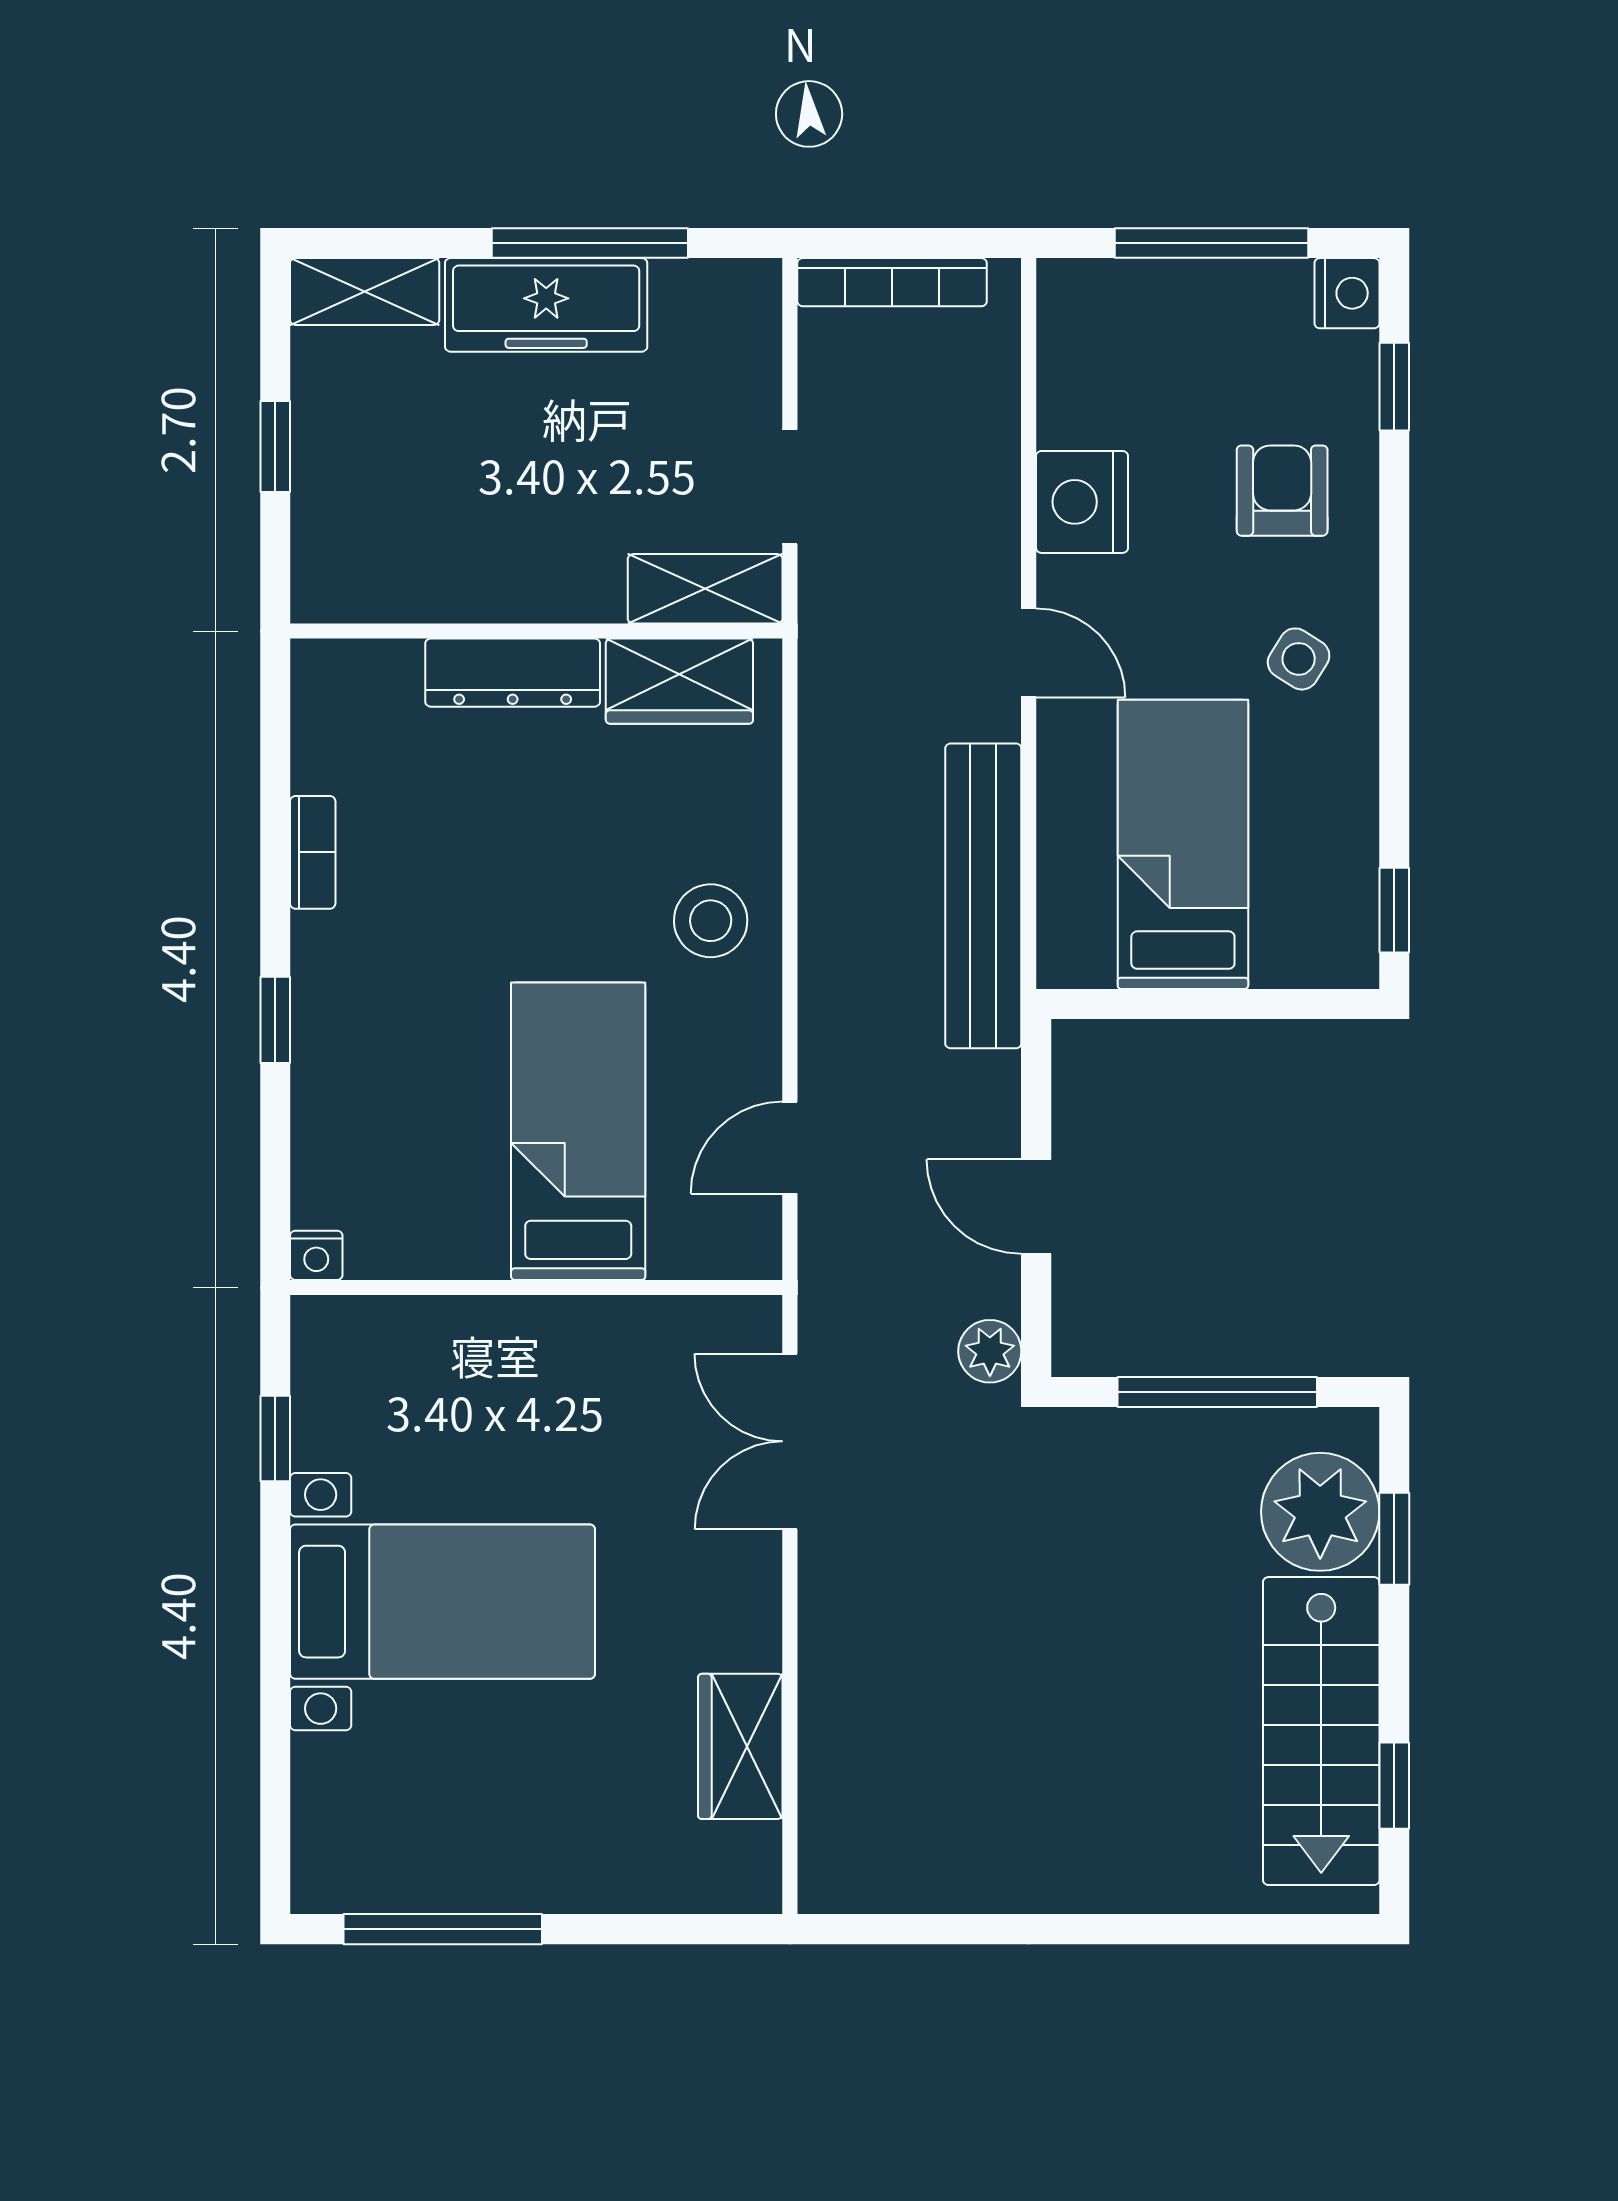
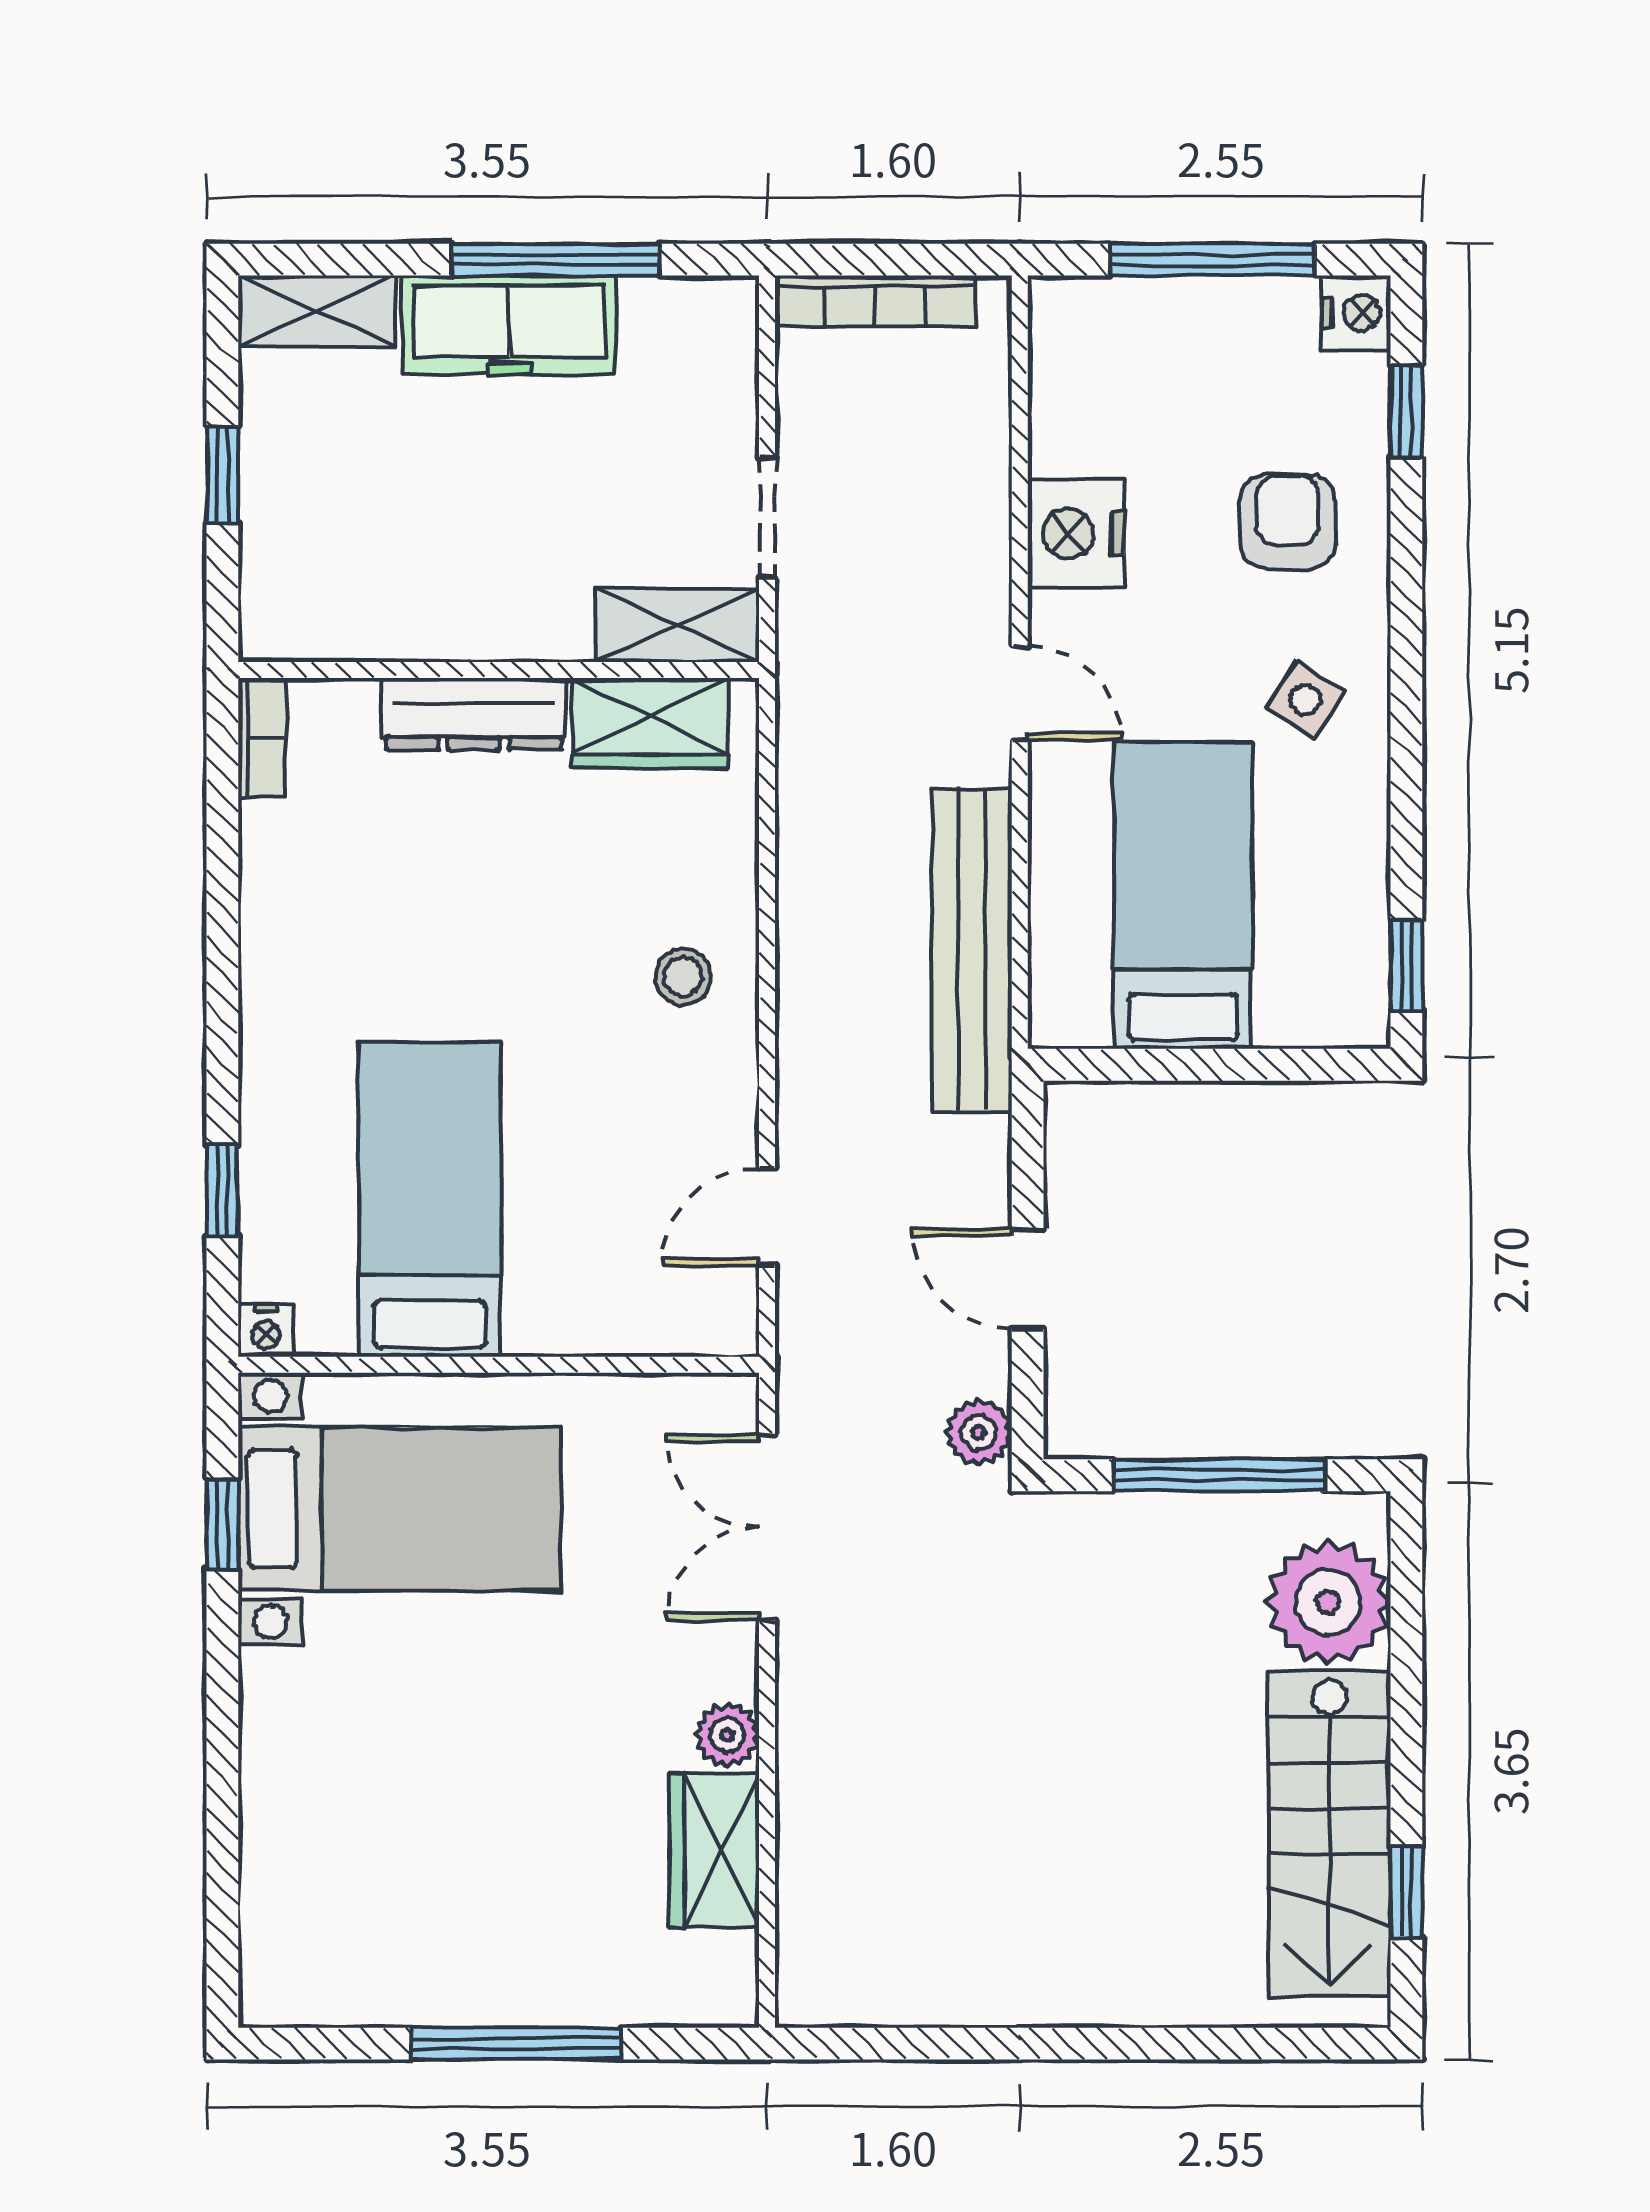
bookcase: (313, 852) -> (262, 738), moved
stool: (711, 921) -> (683, 977), width x0.73, depth x0.73
window: (275, 1020) -> (222, 1190), moved
bed: (578, 1131) -> (430, 1199), moved
window: (1394, 1539) -> (1406, 1630), removed
bed with nightstands: (443, 1602) -> (399, 1509), moved
plant: (752, 1637) -> (727, 1735), added
window: (443, 1929) -> (516, 2044), moved

